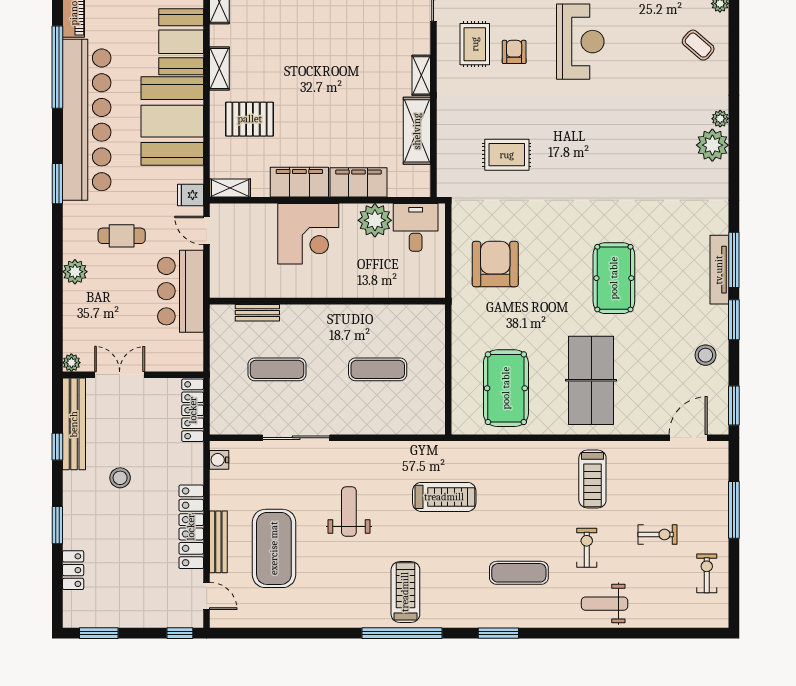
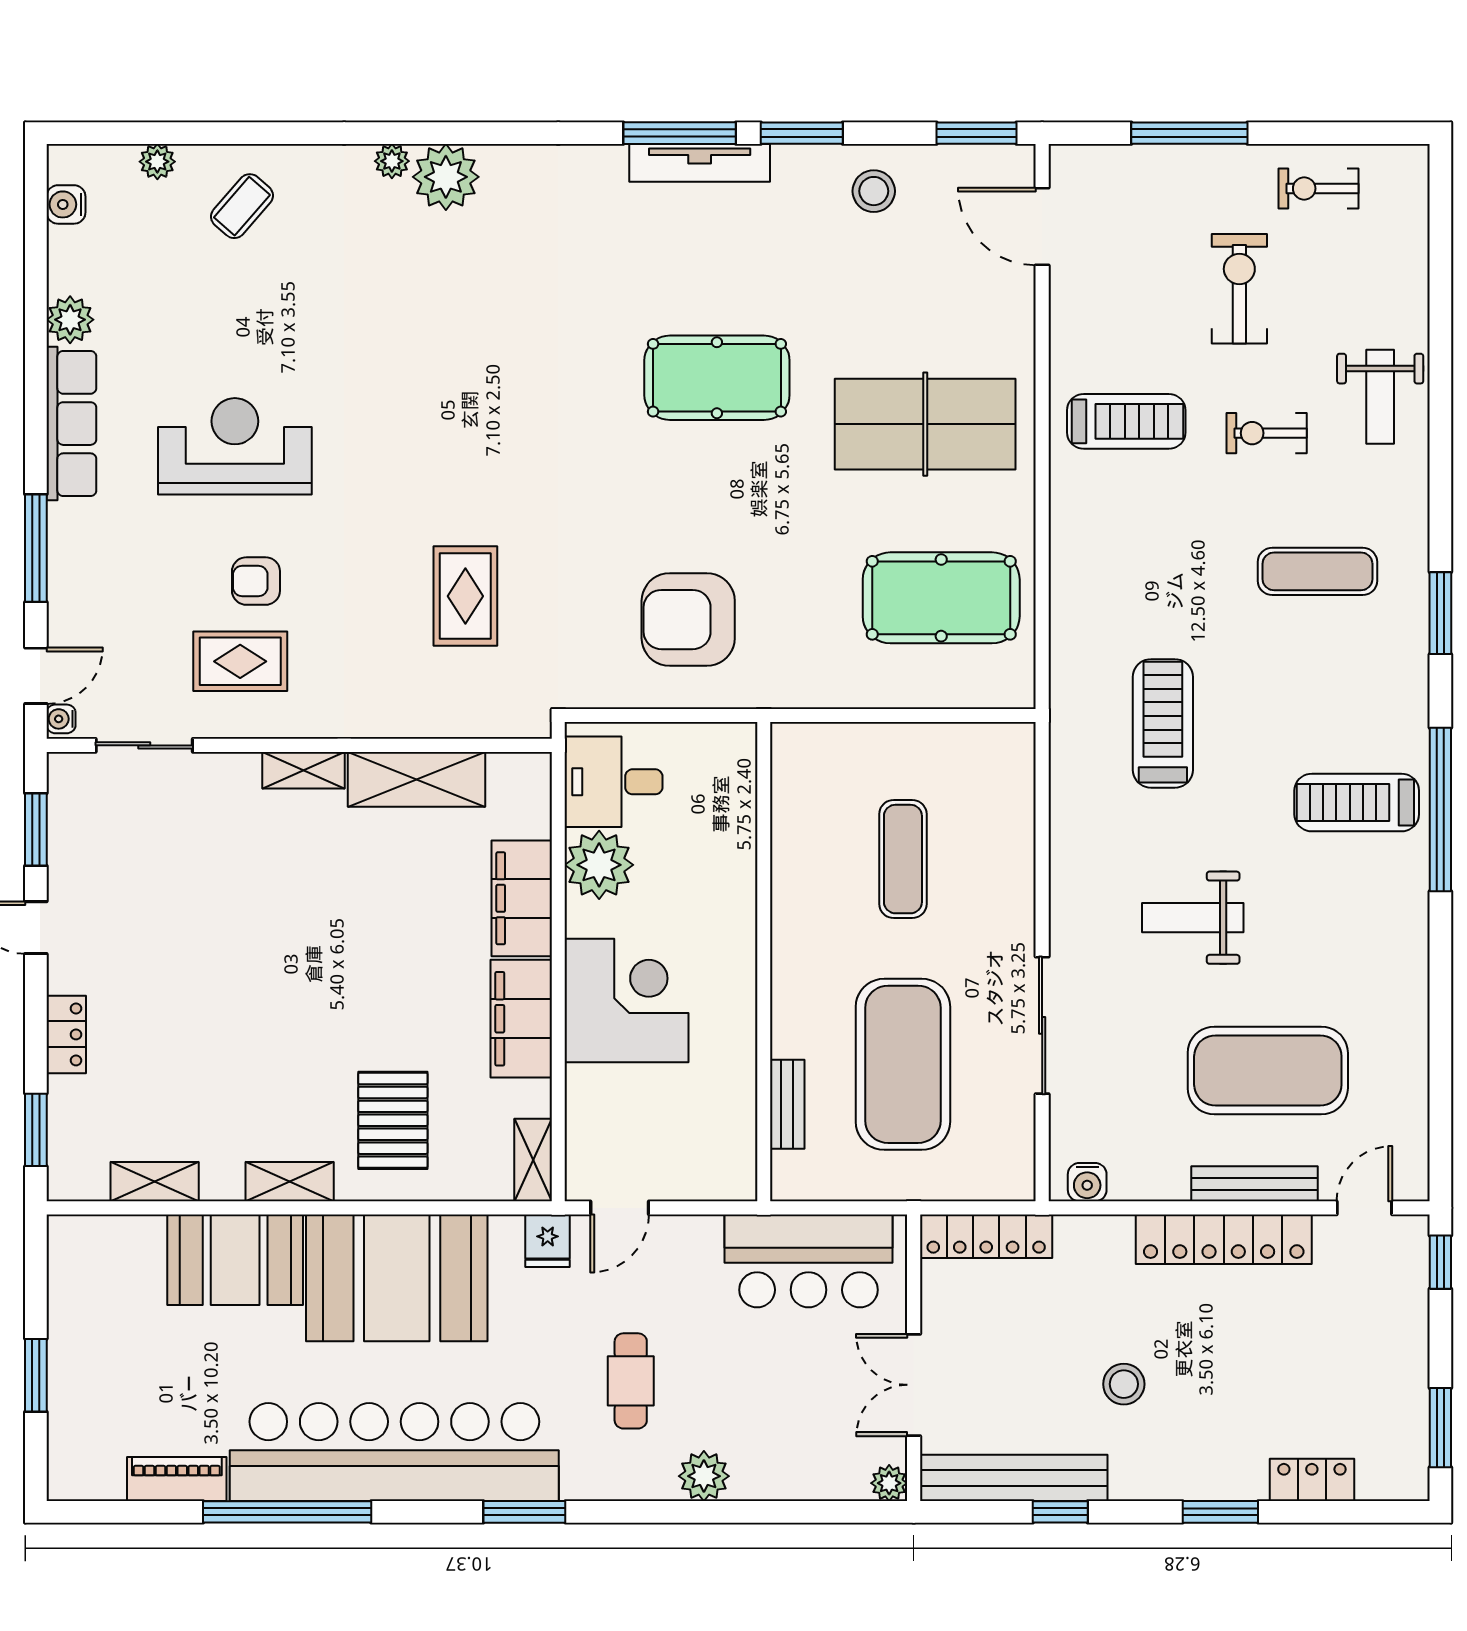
bar counter: (181, 291) -> (808, 1261), moved
exercise mat: (277, 369) -> (903, 1064), width x2.00, depth x1.45
exercise bike: (658, 534) -> (1239, 289), width x1.38, depth x1.39
exercise mat: (519, 573) -> (1317, 571), turned 90

